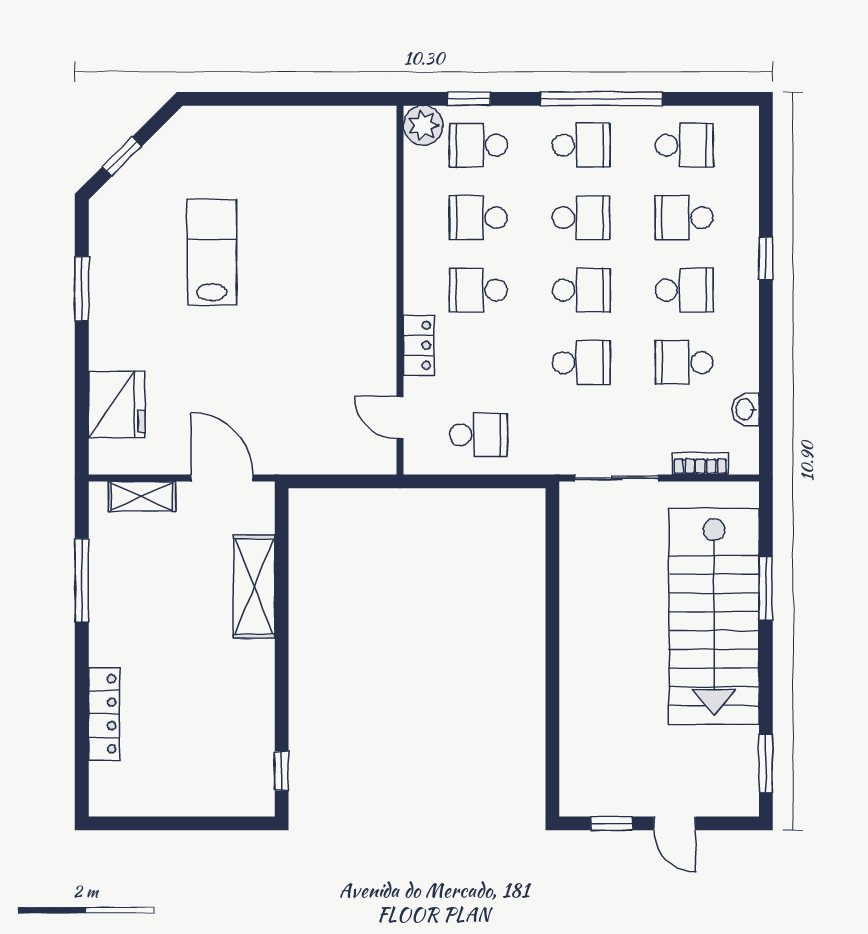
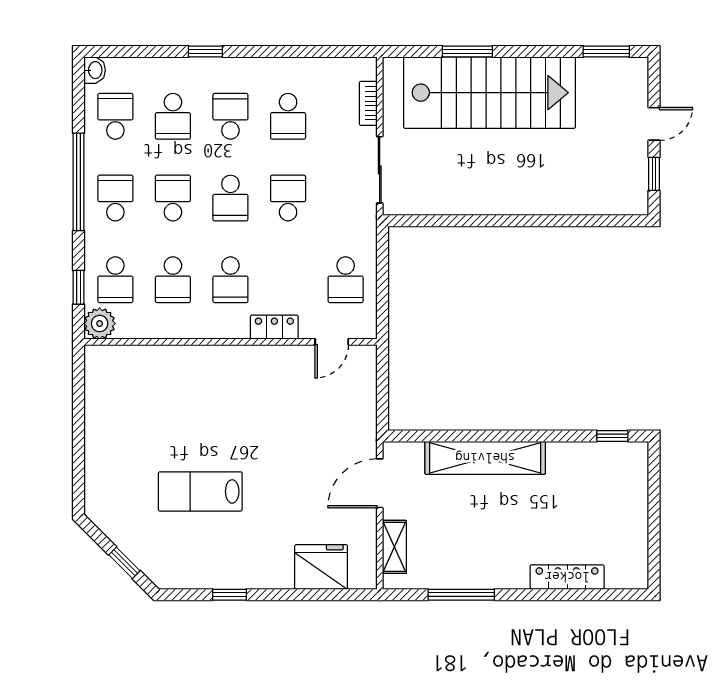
window: (82, 289) -> (229, 595), width x0.67
school desk: (581, 290) -> (230, 198), turned 180
washbasin: (745, 409) -> (95, 70), moved, turned -90
school desk: (478, 435) -> (346, 280), turned 180
shelving: (254, 587) -> (485, 458), width x1.47

